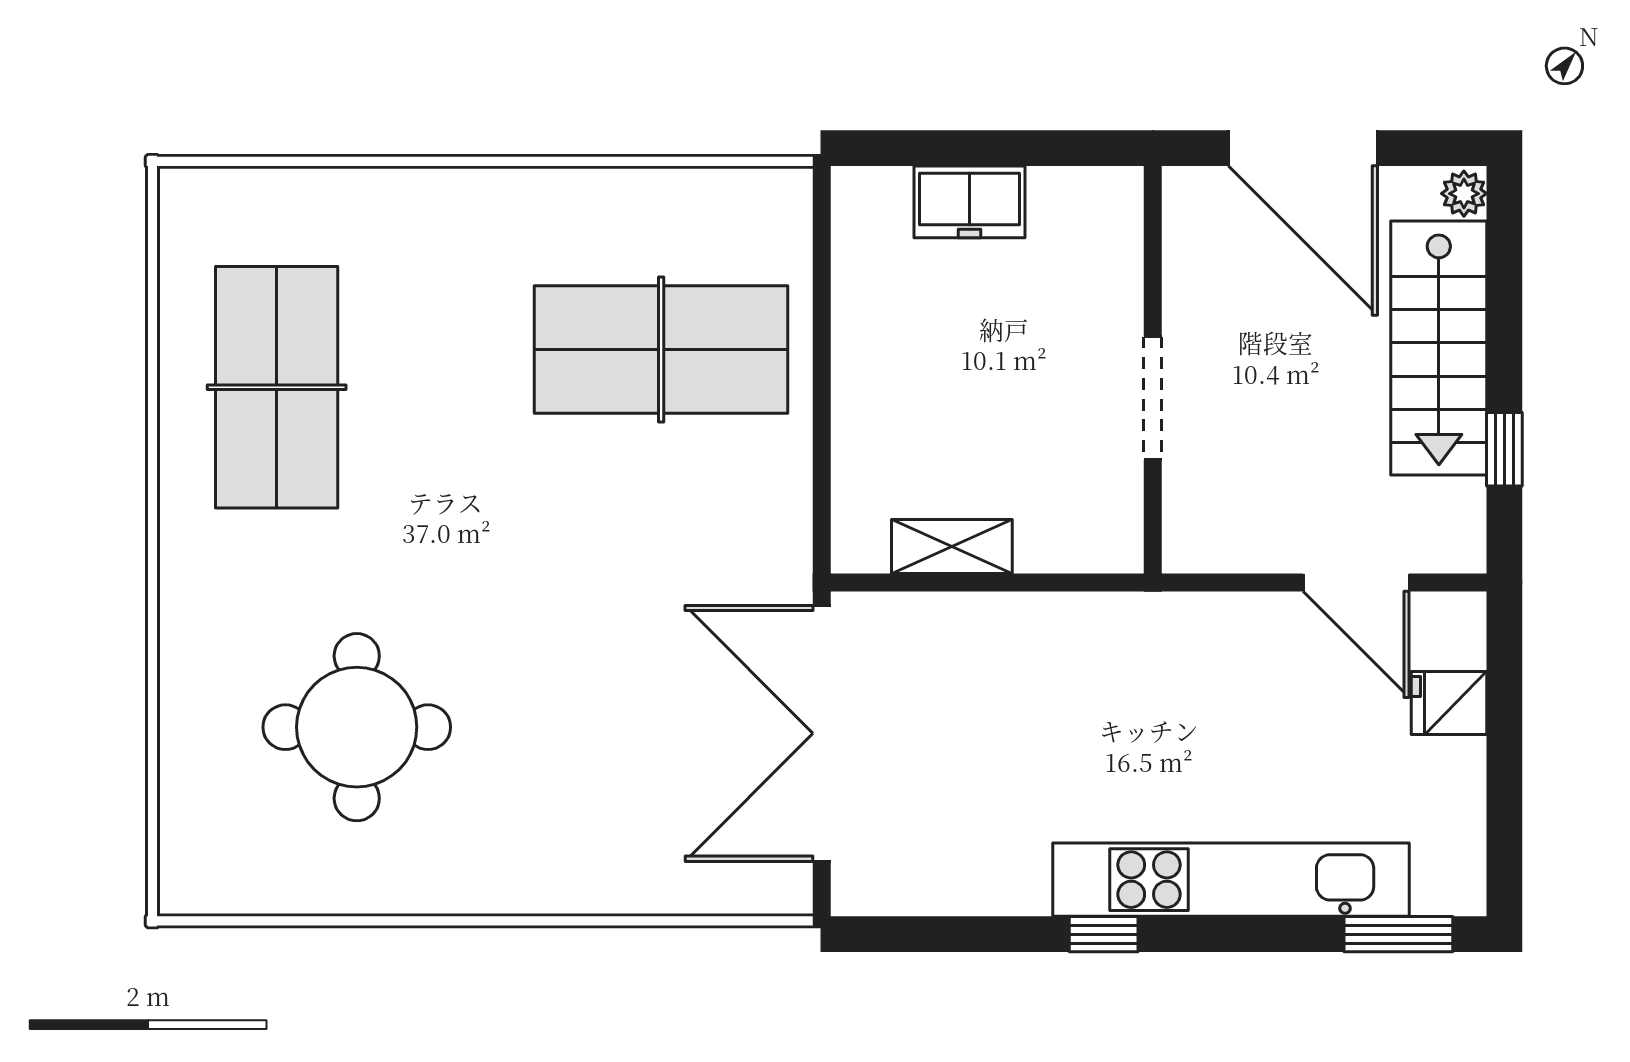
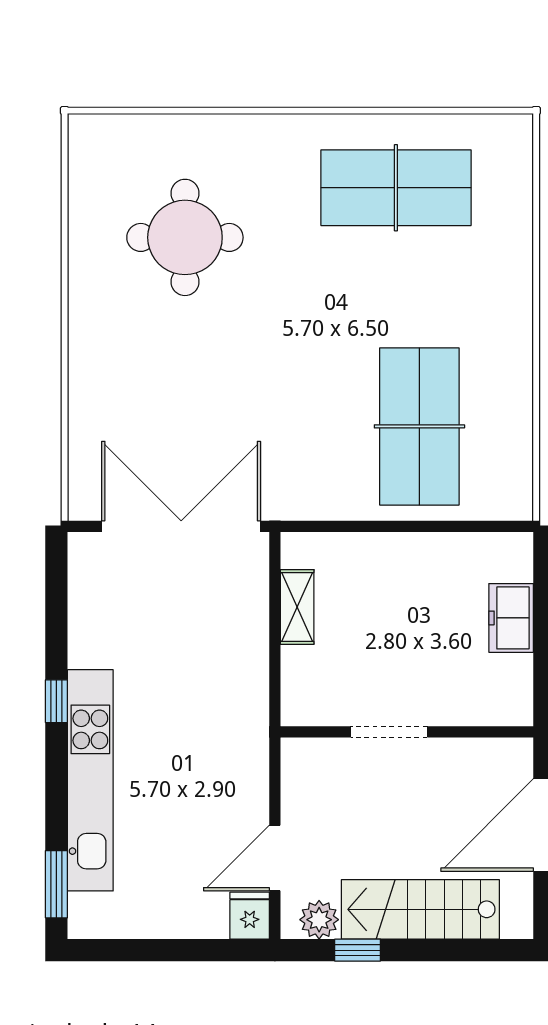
plant: (1464, 194) -> (319, 920), moved, width x1.38, depth x1.38
fridge: (1449, 703) -> (250, 916), moved

